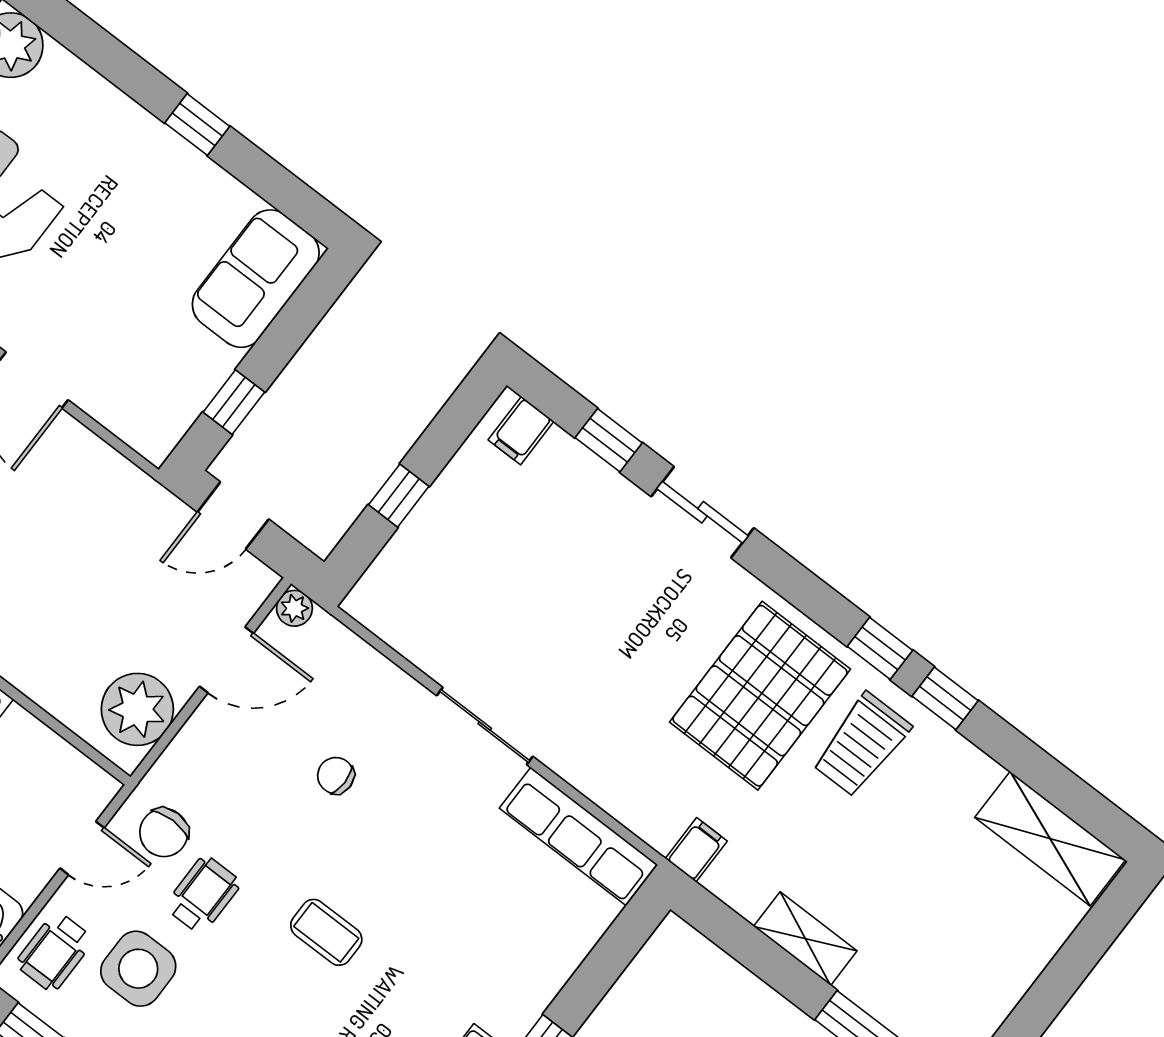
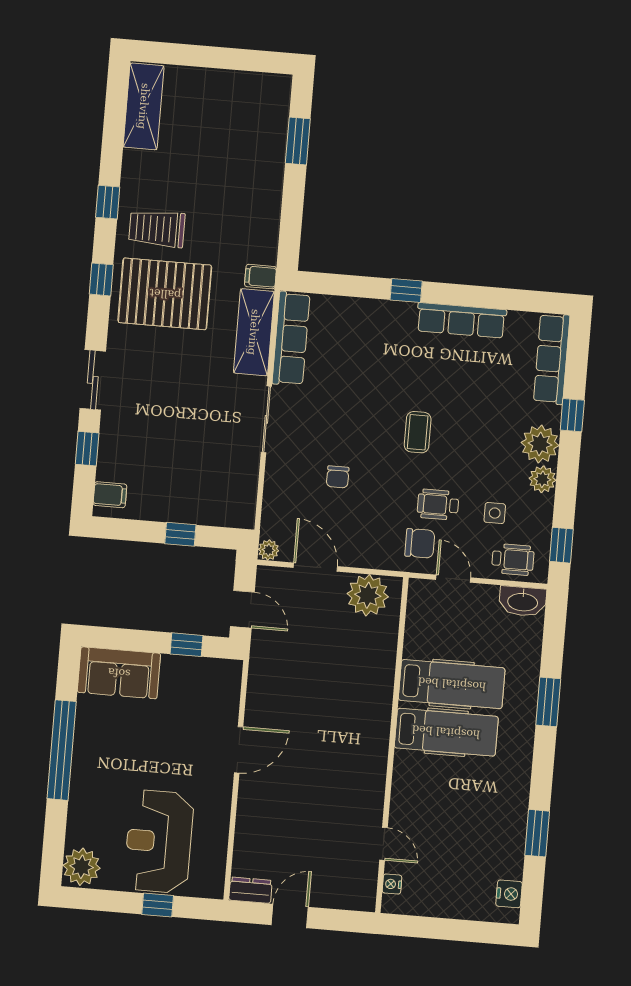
window: (197, 125) -> (62, 750), width x3.17
window: (880, 648) -> (101, 279), moved
trolley: (862, 745) -> (157, 229), turned 180
shelving: (805, 939) -> (254, 332), moved, width x1.50, depth x1.33
side table: (138, 969) -> (495, 513), width x0.54, depth x0.54

